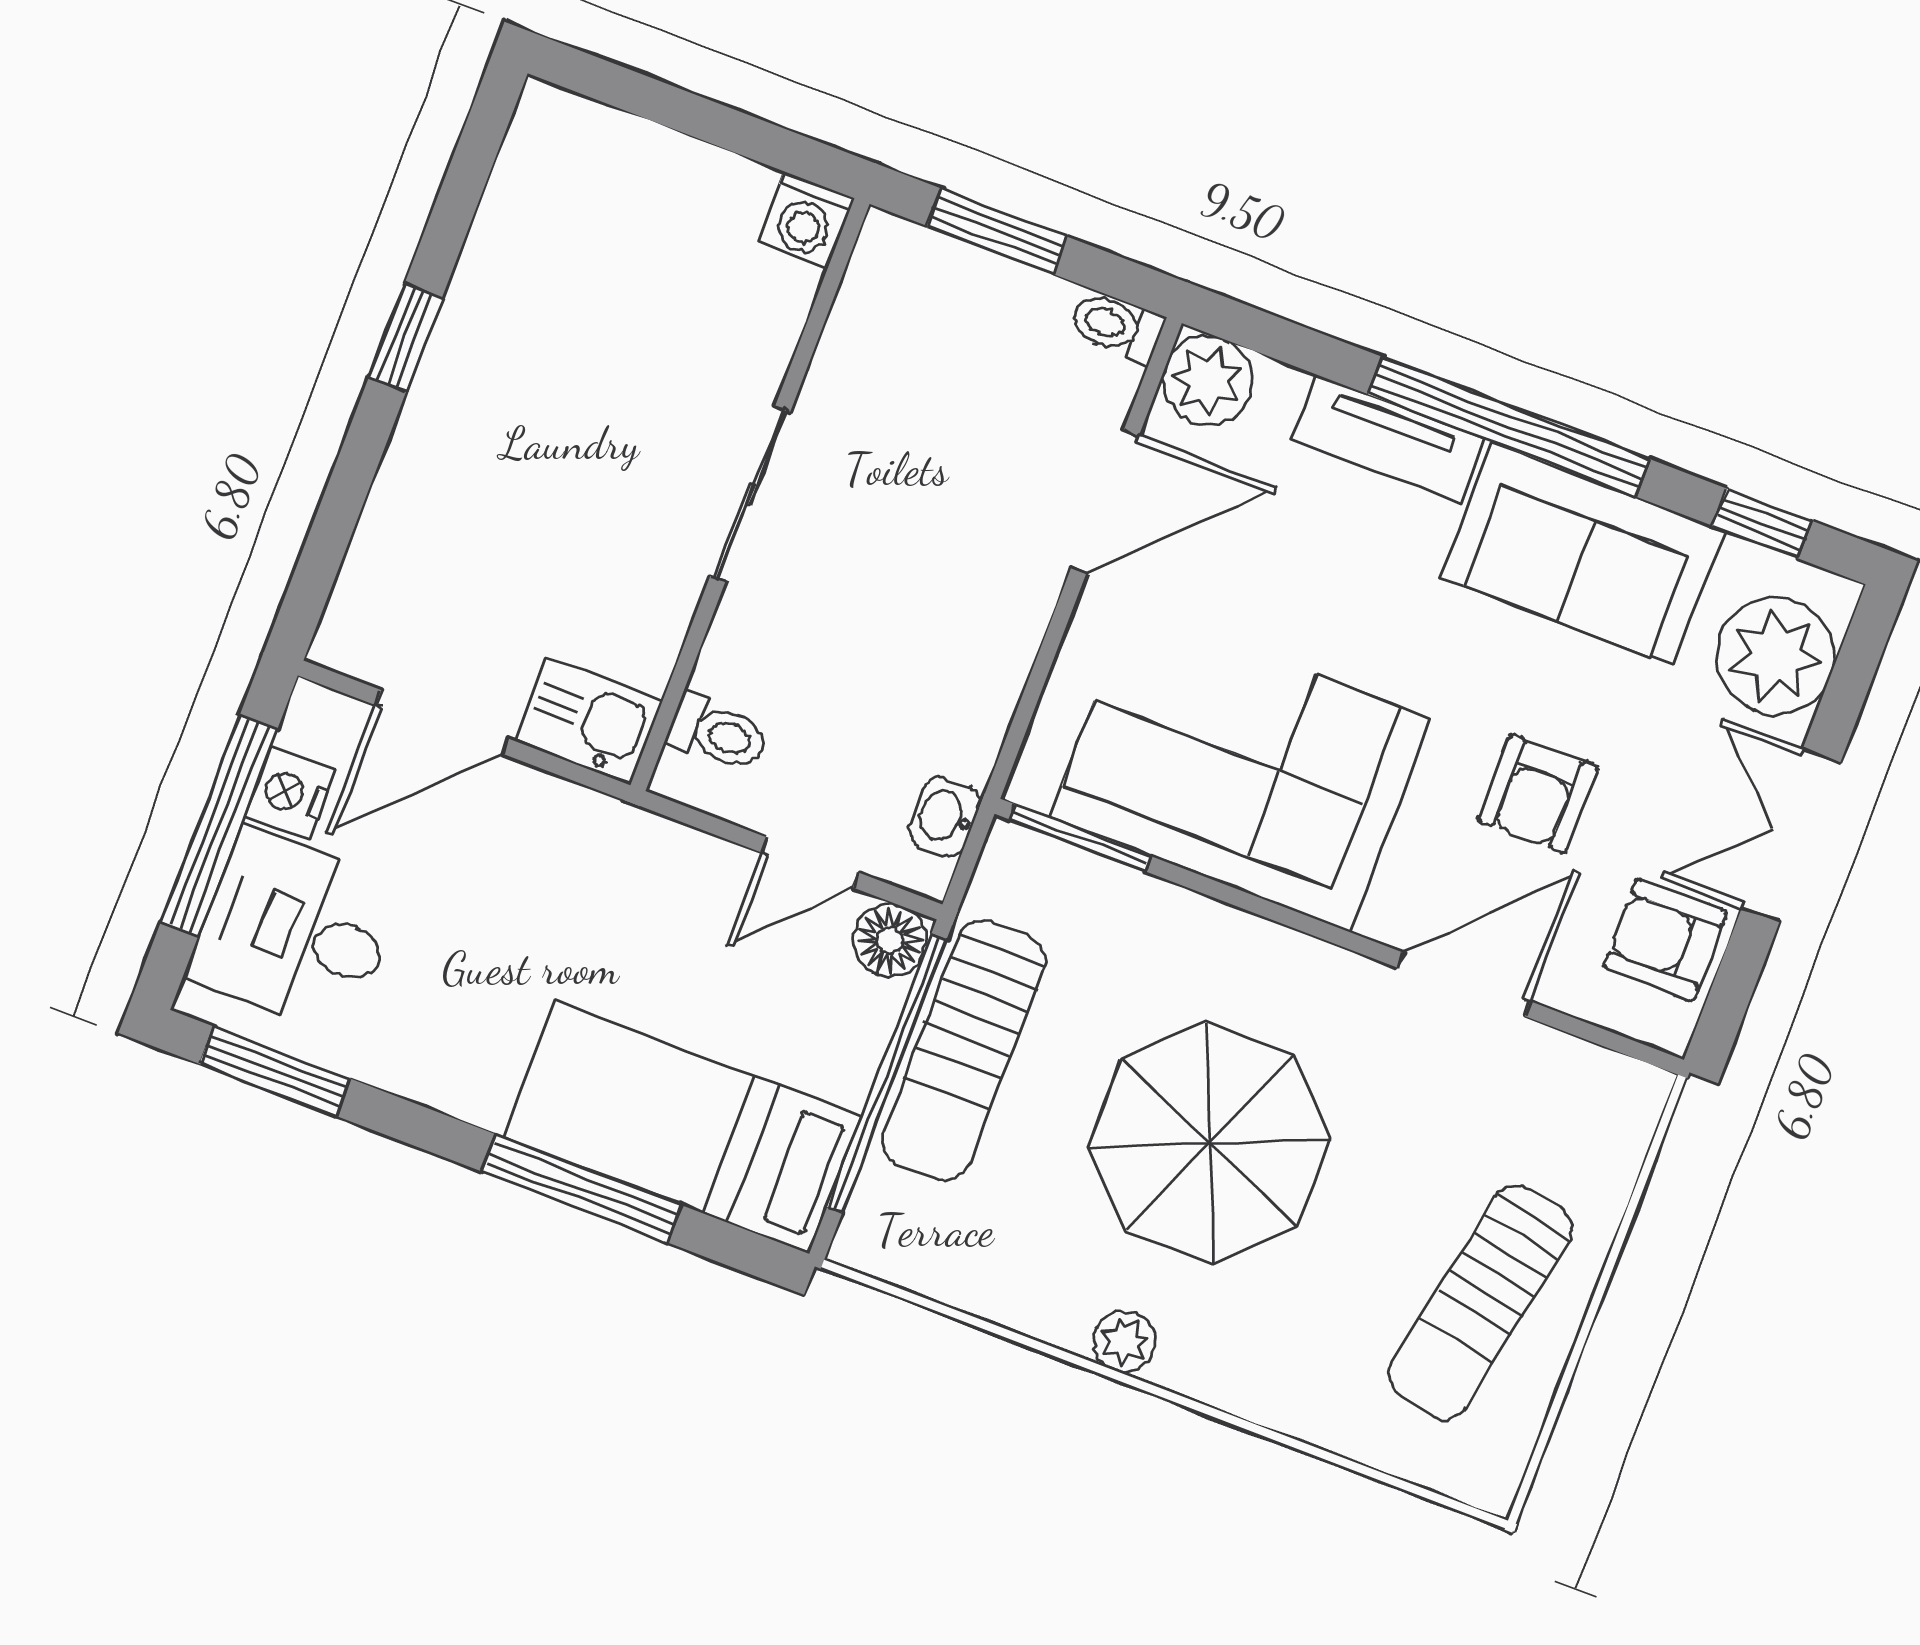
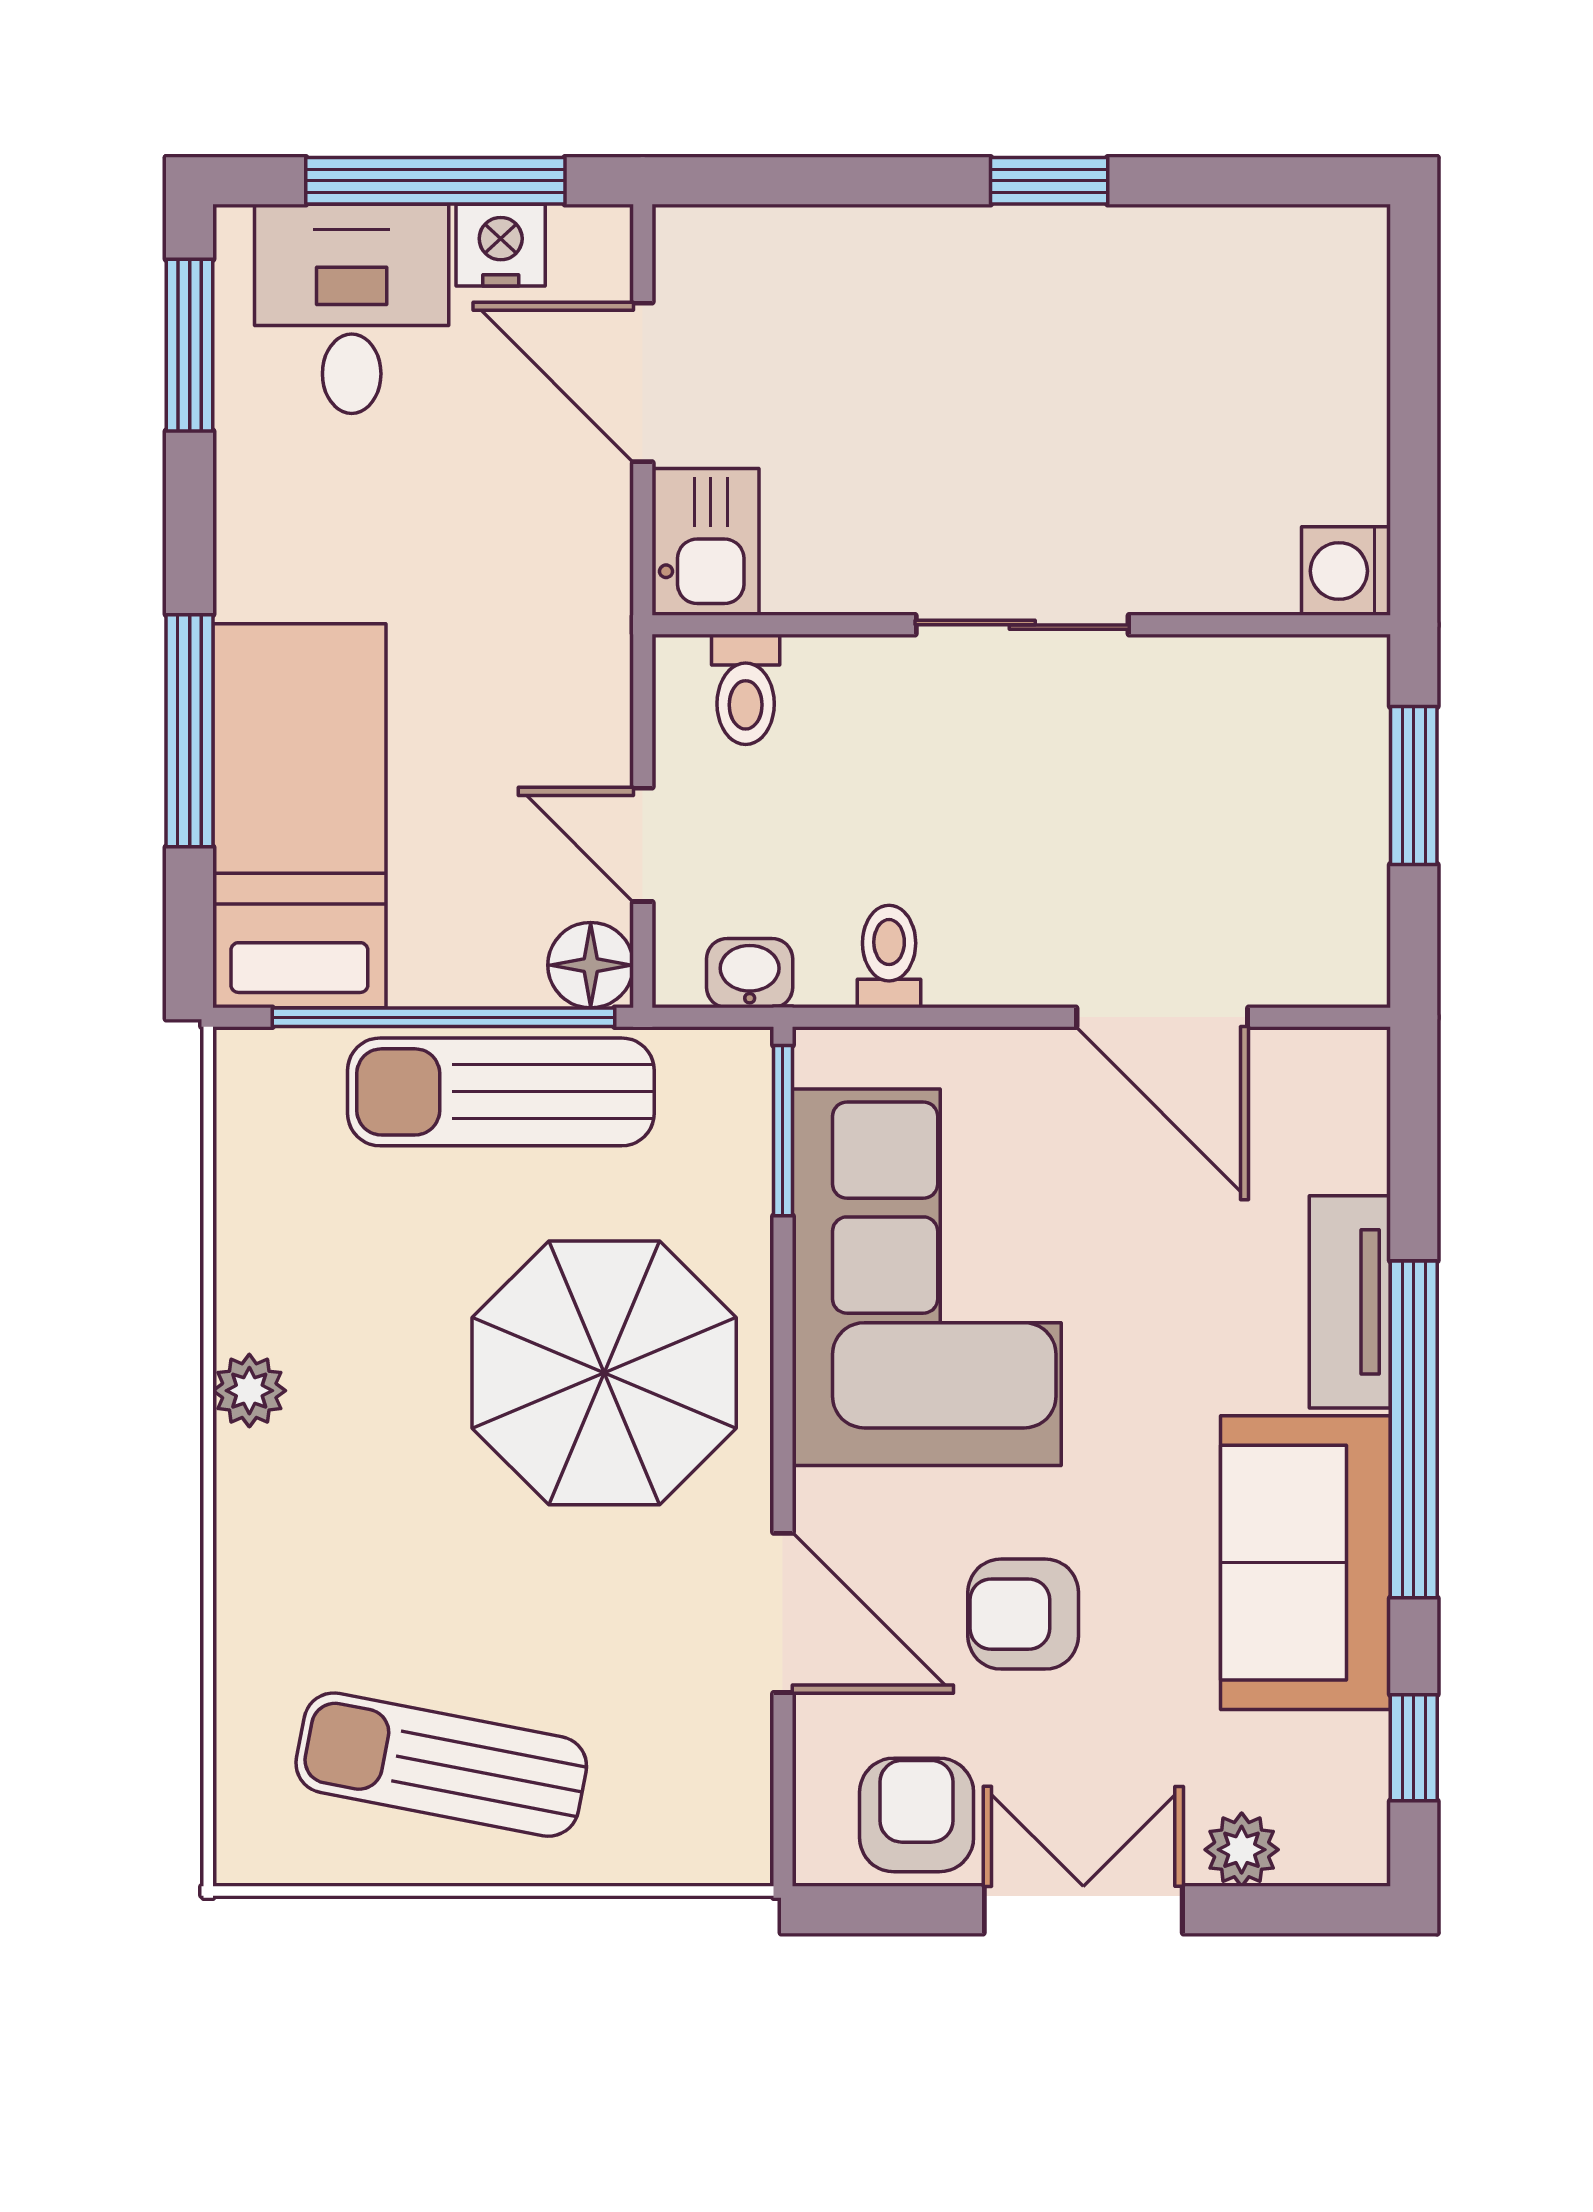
toilet: (1116, 327) -> (889, 956), moved
plant: (1207, 381) -> (1338, 1079), removed
plant: (1775, 656) -> (1242, 1850), width x0.53, depth x0.53
parasol: (1210, 1143) -> (604, 1373), moved

